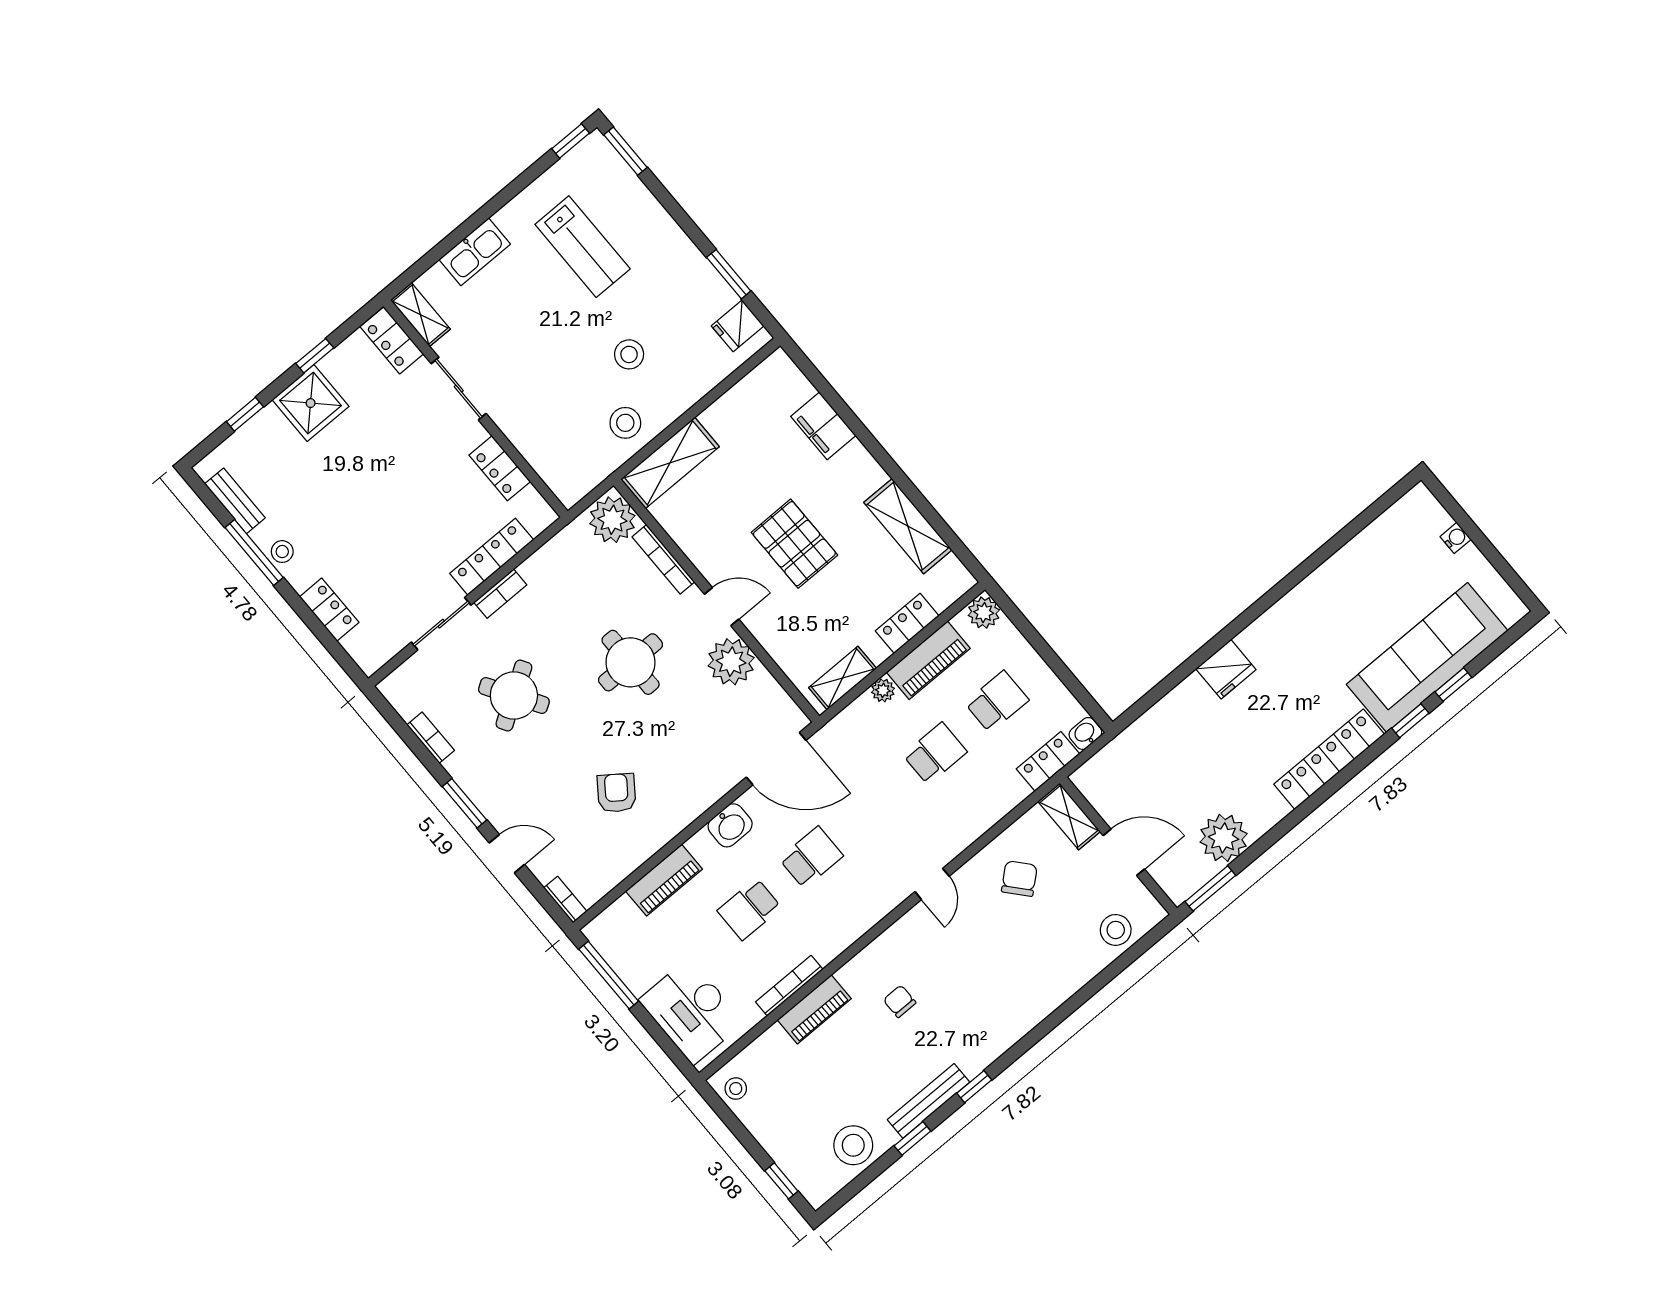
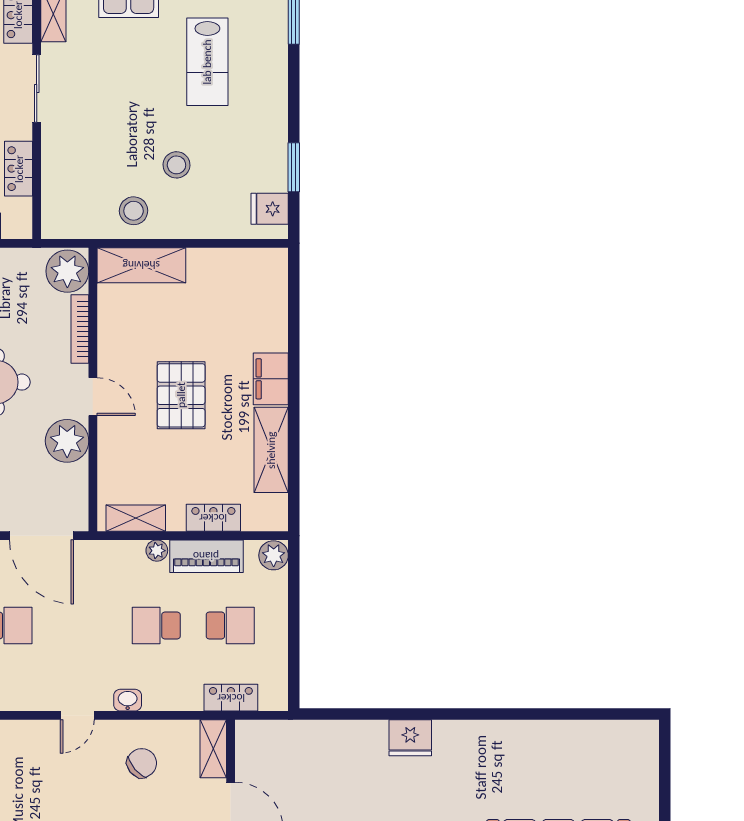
filing cabinet: (823, 426) -> (271, 379), moved
water cooler: (1456, 538) -> (649, 781), removed
washbasin: (1085, 733) -> (128, 700), moved
school desk: (935, 753) -> (156, 626), turned 180

